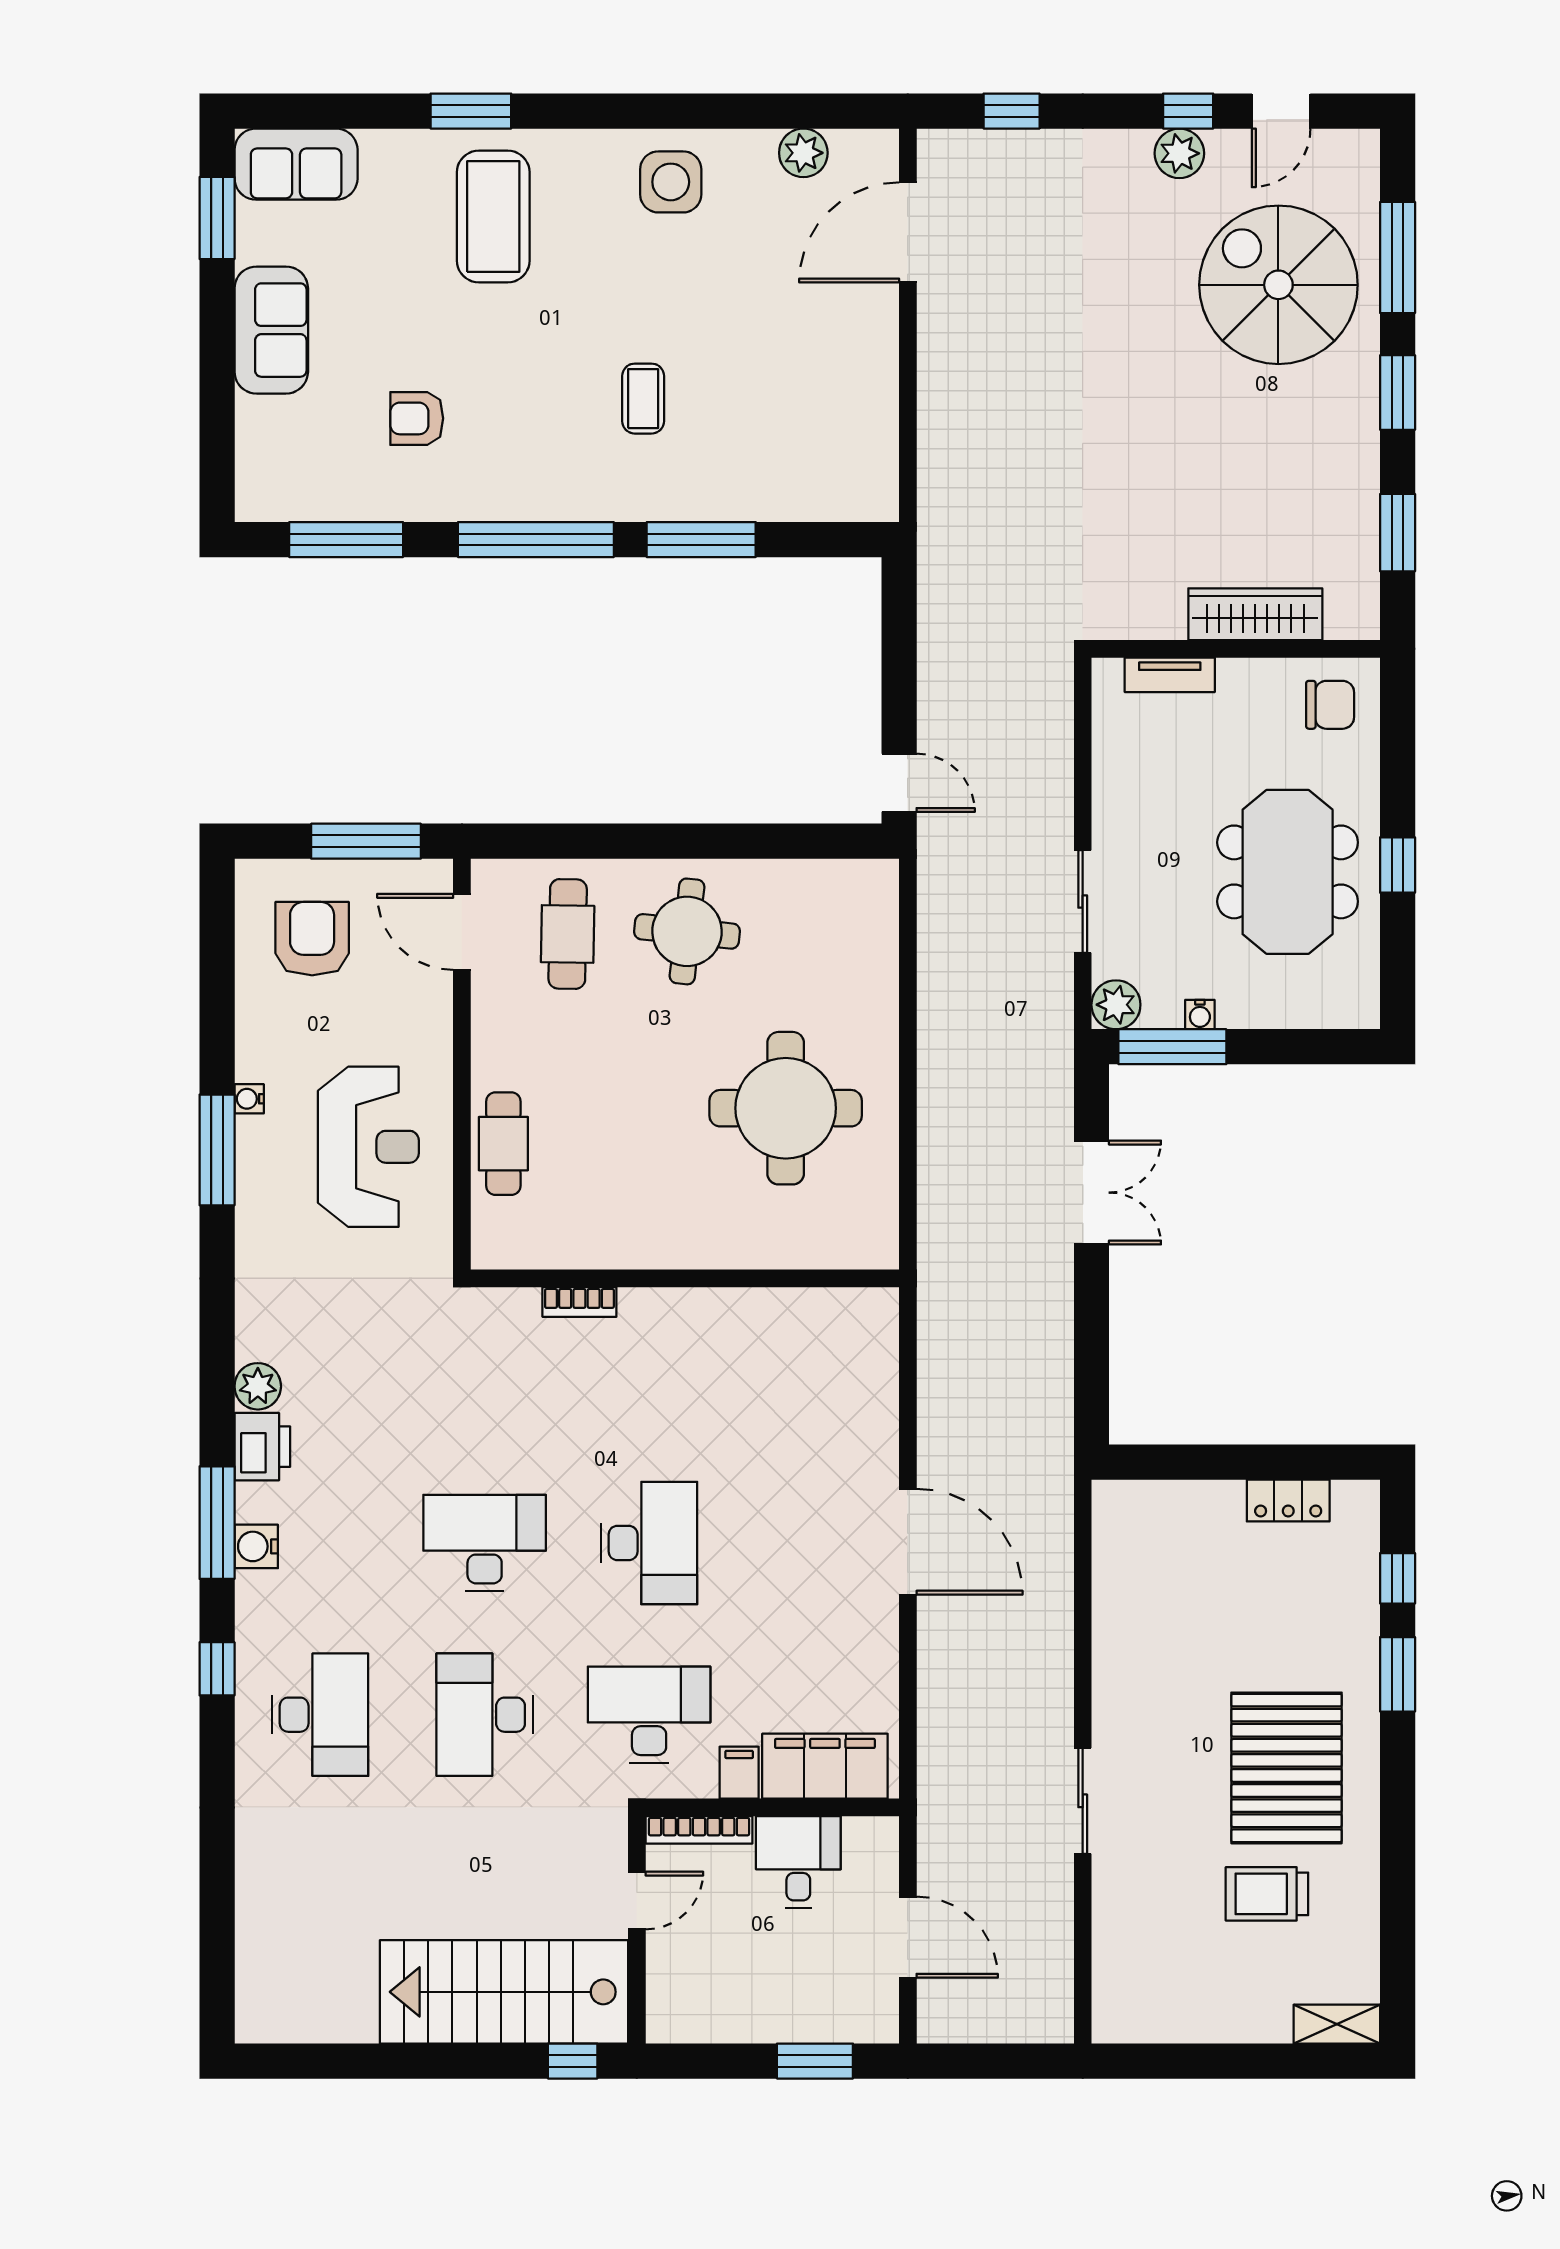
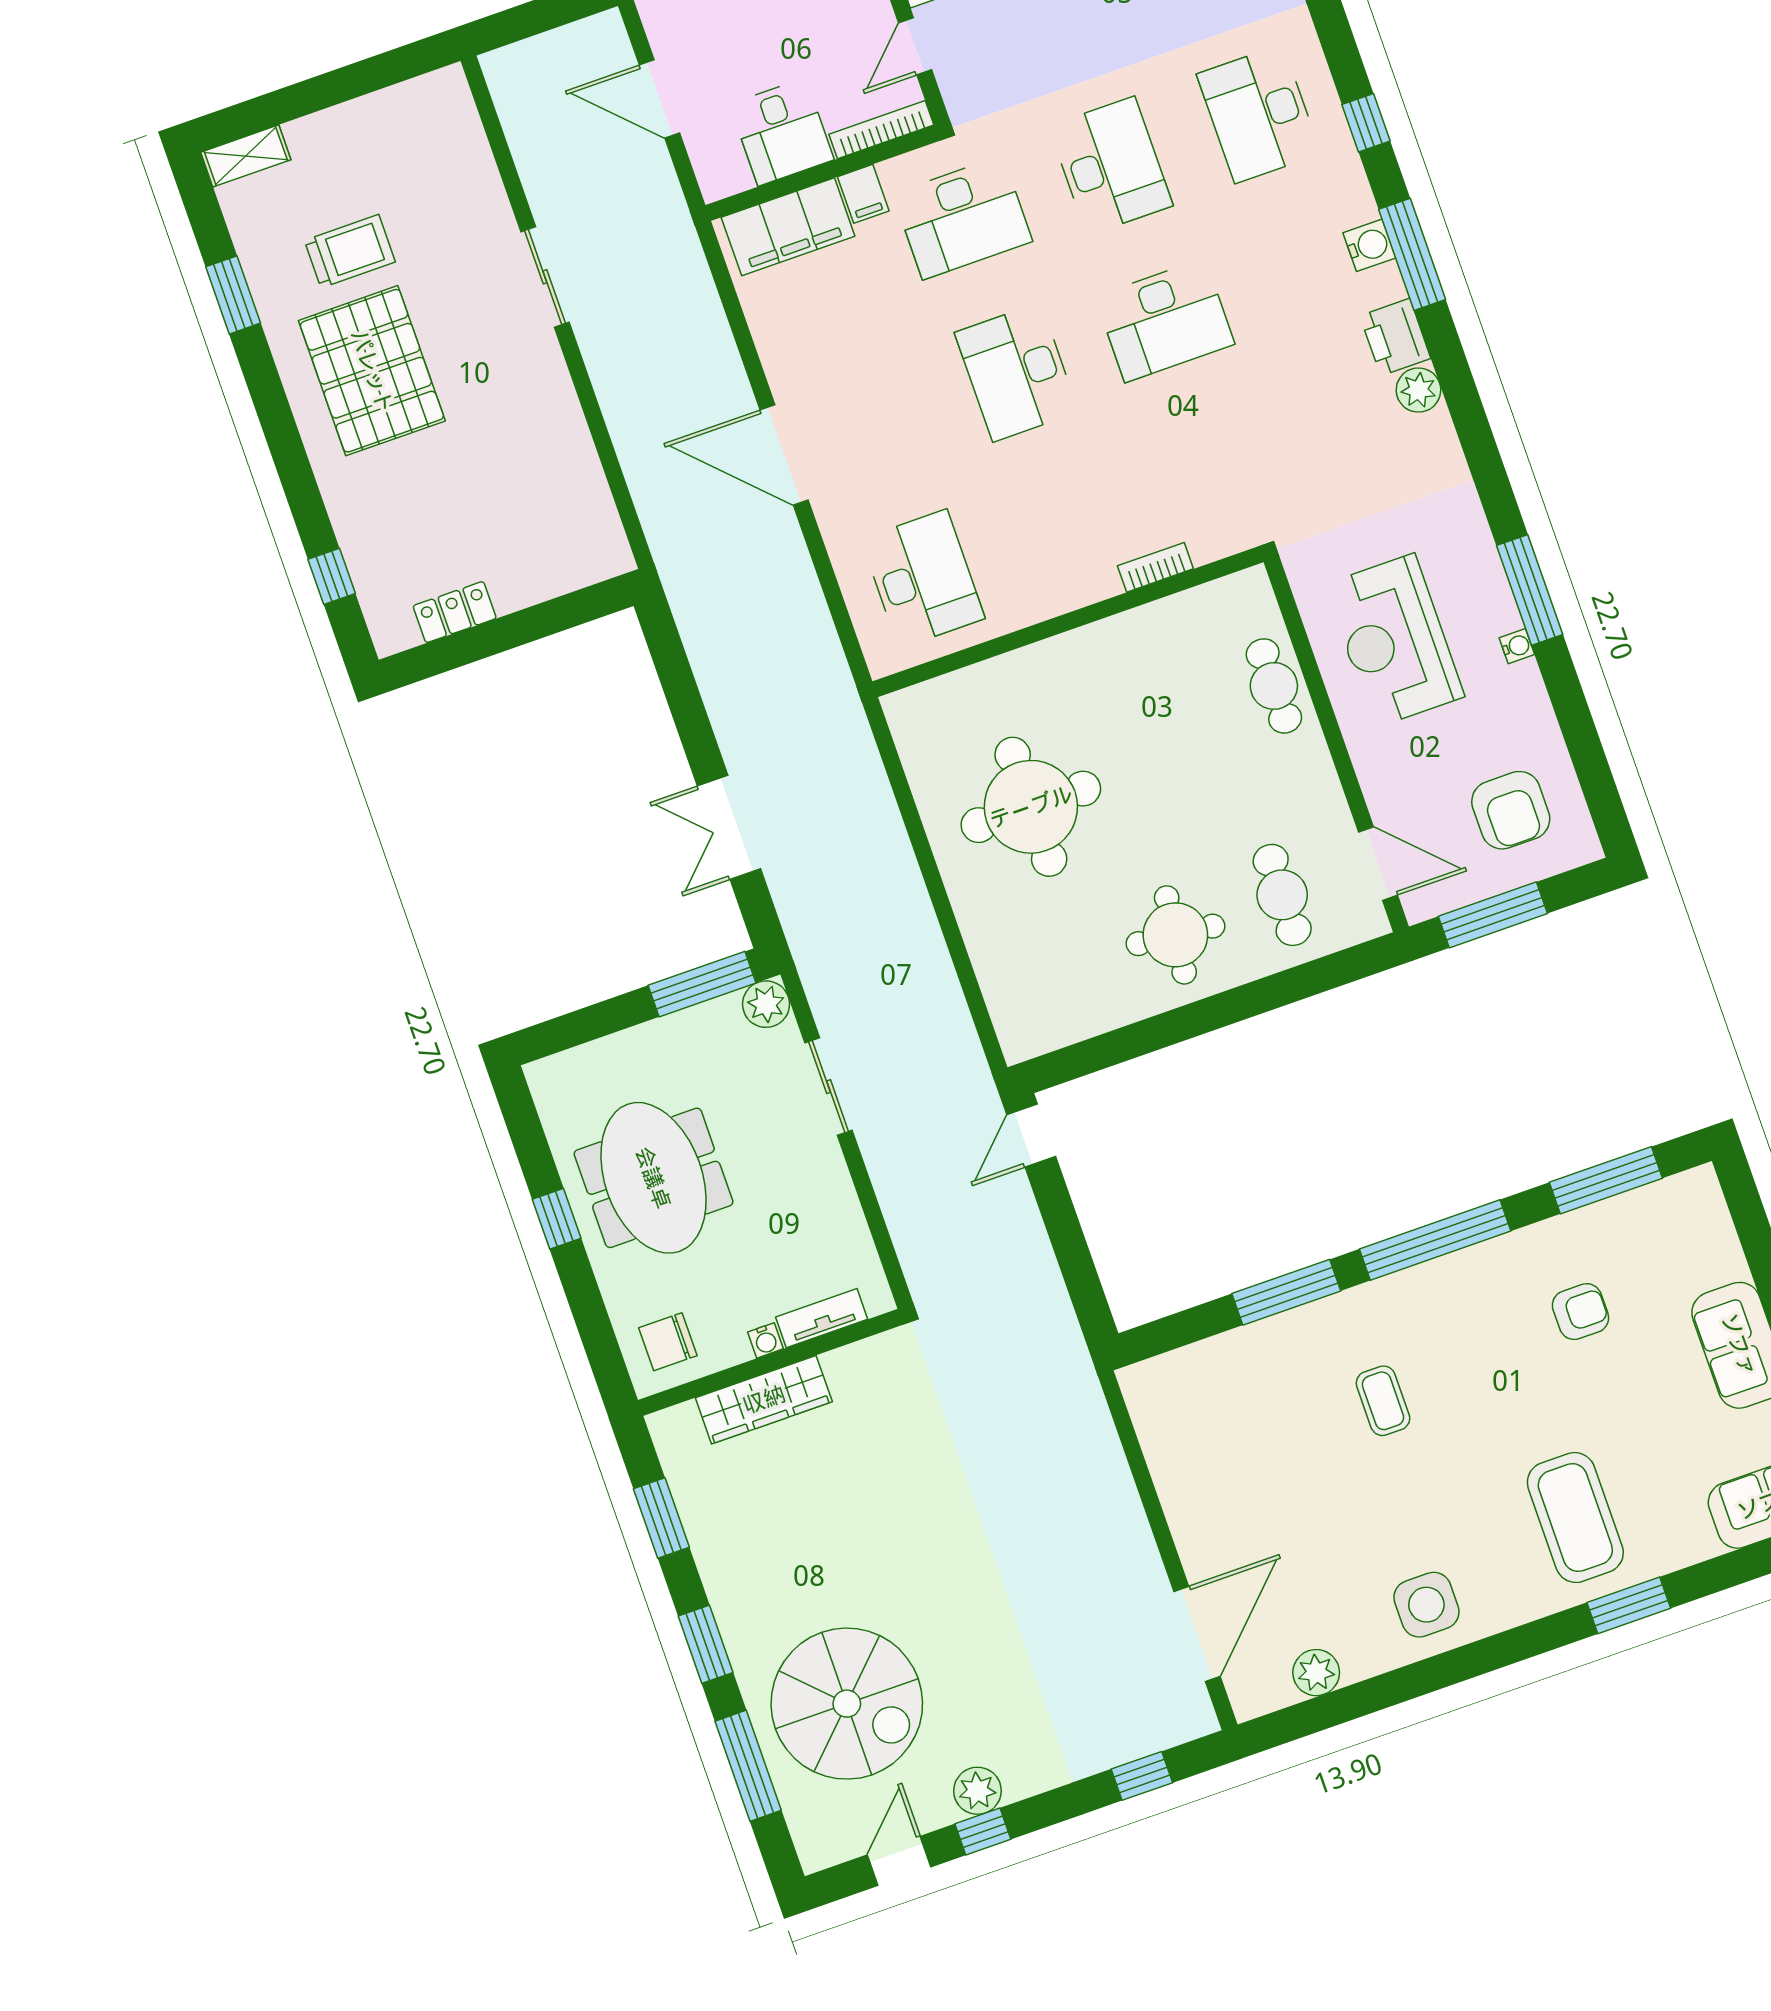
door: (899, 783) -> (1031, 1136), hinge flipped
water cooler: (1200, 1015) -> (765, 1340), moved, turned 180
desk: (814, 1371) -> (923, 579), added
window: (1398, 1674) -> (233, 295), moved

